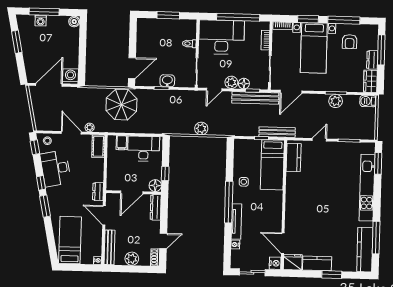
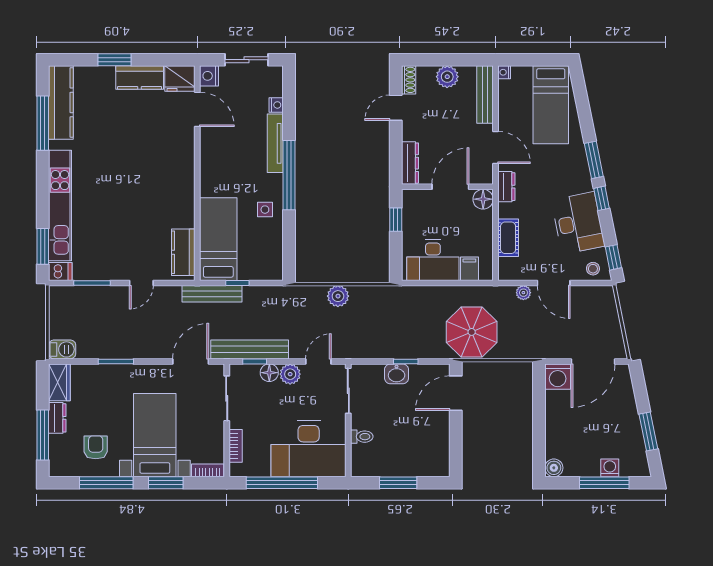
plant: (336, 101) -> (116, 348), removed
cot: (98, 146) -> (508, 238), moved
dishwasher: (368, 148) -> (60, 272), added
floor lamp: (155, 186) -> (483, 199), moved

